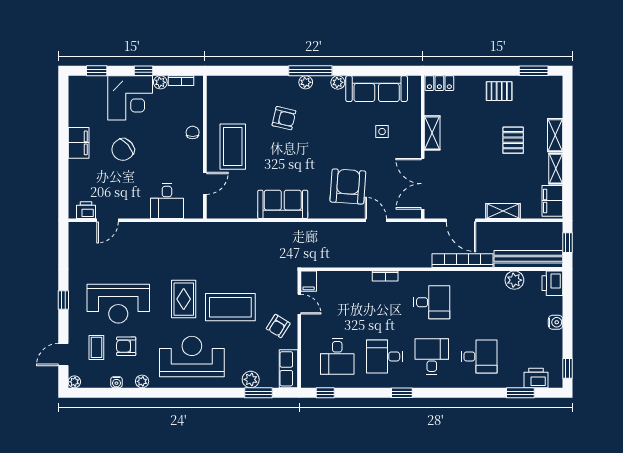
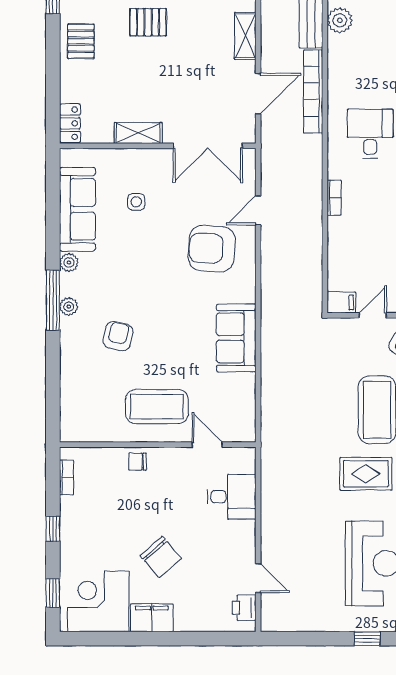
plant: (160, 82) -> (69, 506), removed
corner desk: (130, 98) -> (98, 601), moved, turned -90

